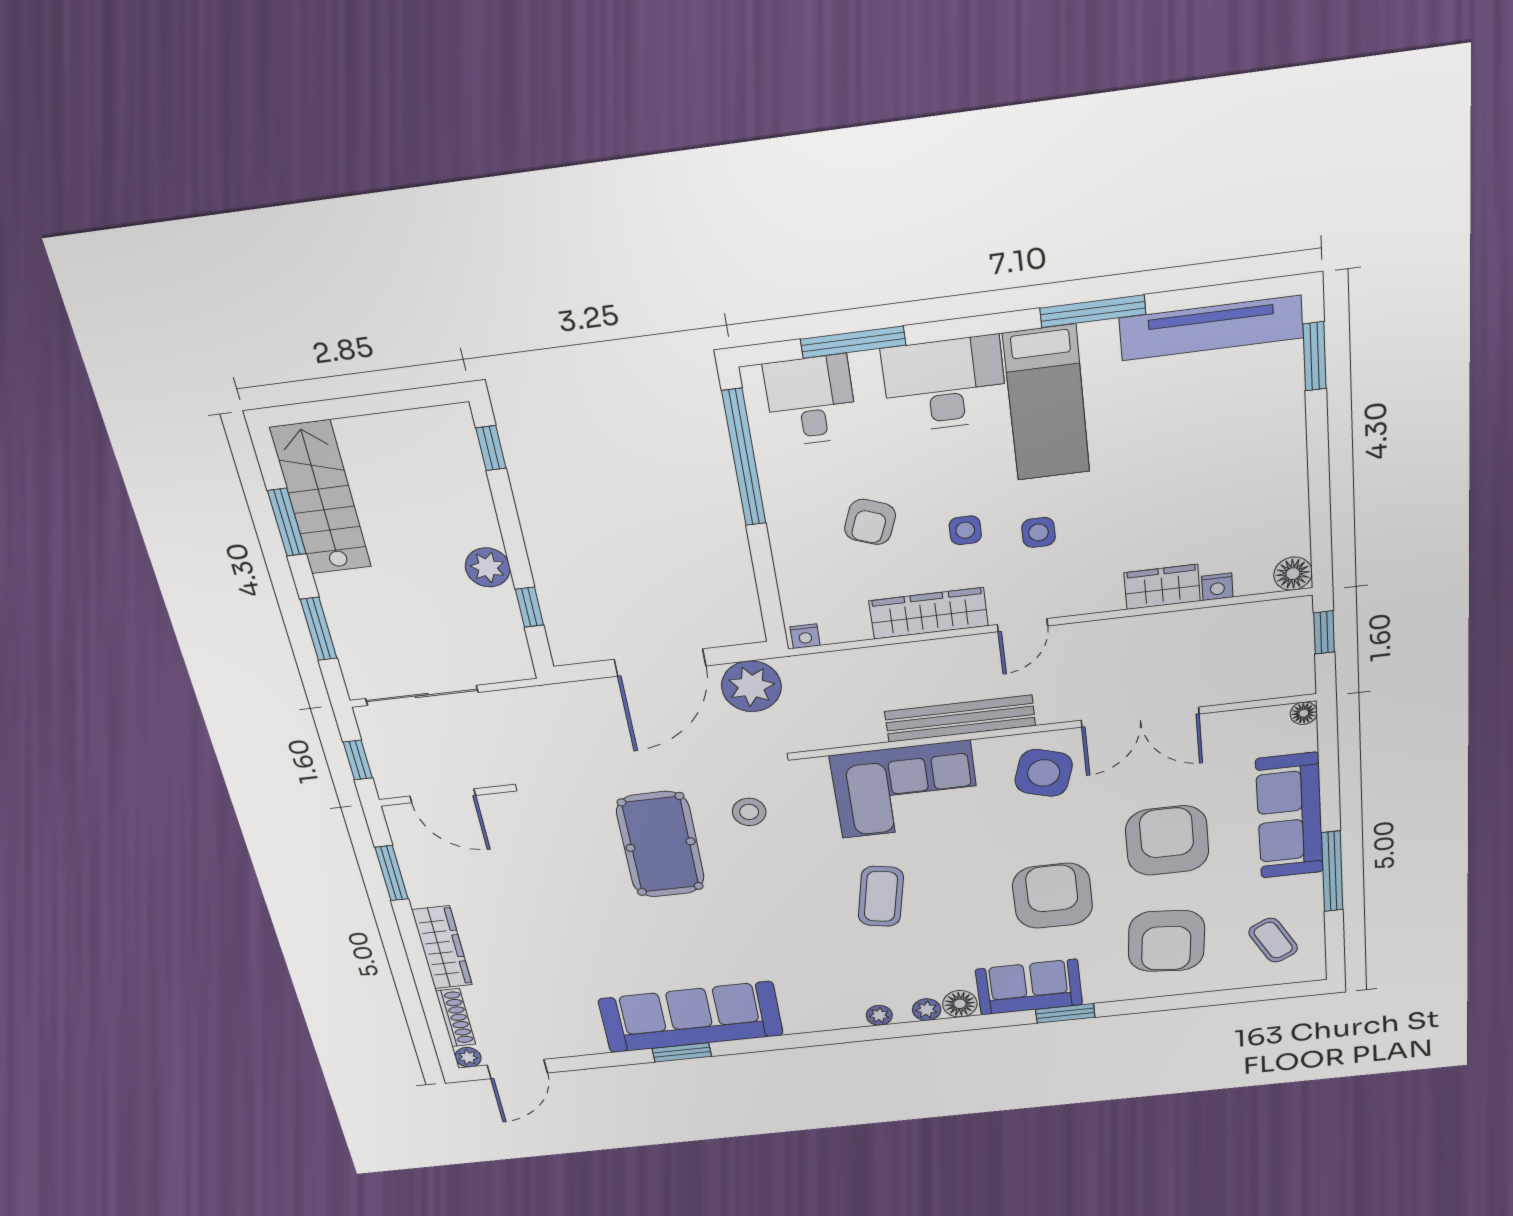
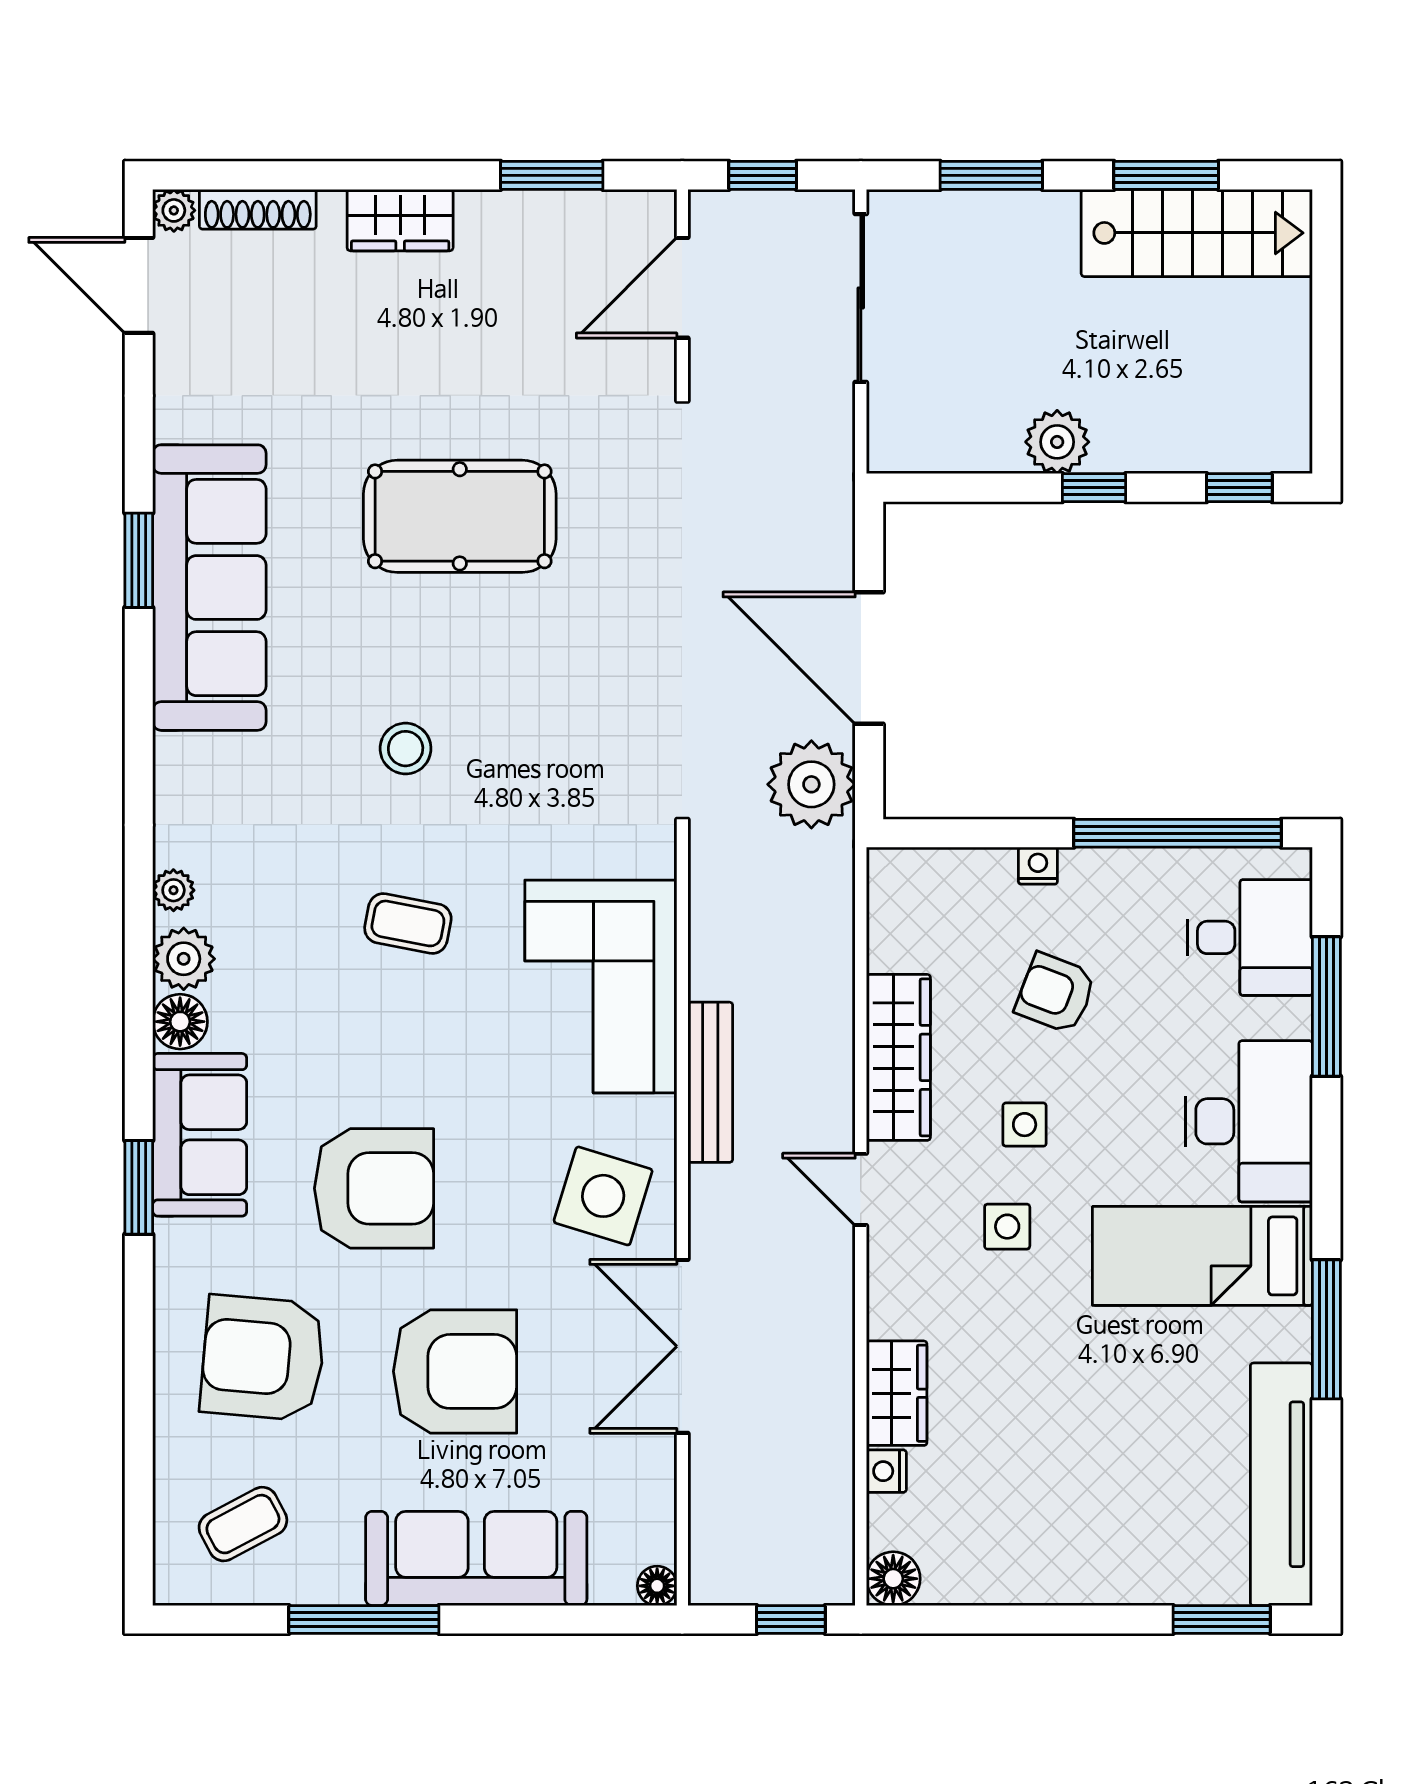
window: (529, 607) -> (1094, 488), moved
nightstand: (805, 636) -> (1038, 866), moved, turned 90
bench: (960, 719) -> (710, 1082), width x0.73, depth x0.82
stool: (749, 812) -> (406, 749), moved
pool table: (660, 845) -> (460, 516), moved
coffee table: (881, 896) -> (408, 923), width x0.73, depth x0.77
wardrobe: (442, 947) -> (400, 220), width x0.67
plant: (927, 1010) -> (184, 959), width x1.38, depth x1.38

